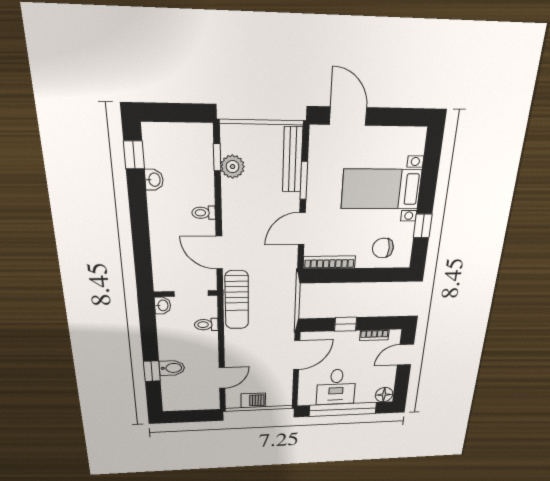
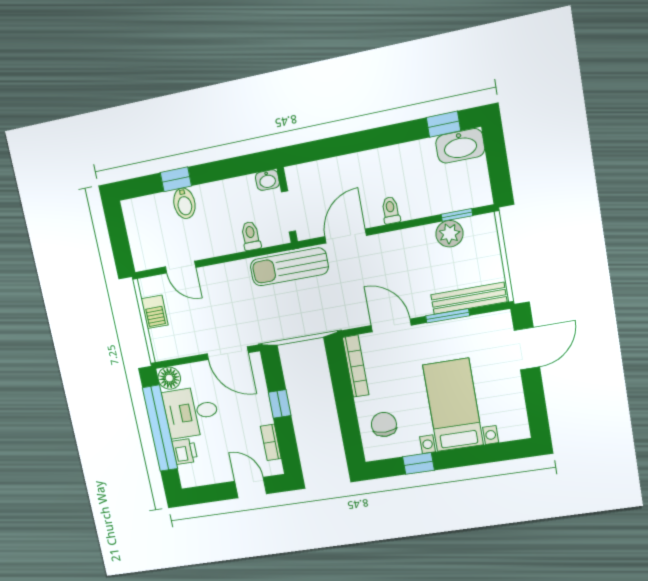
washbasin: (154, 180) -> (460, 146), moved, width x1.91, depth x1.45
floor lamp: (384, 395) -> (169, 378), moved
printer: (365, 396) -> (185, 451), added

